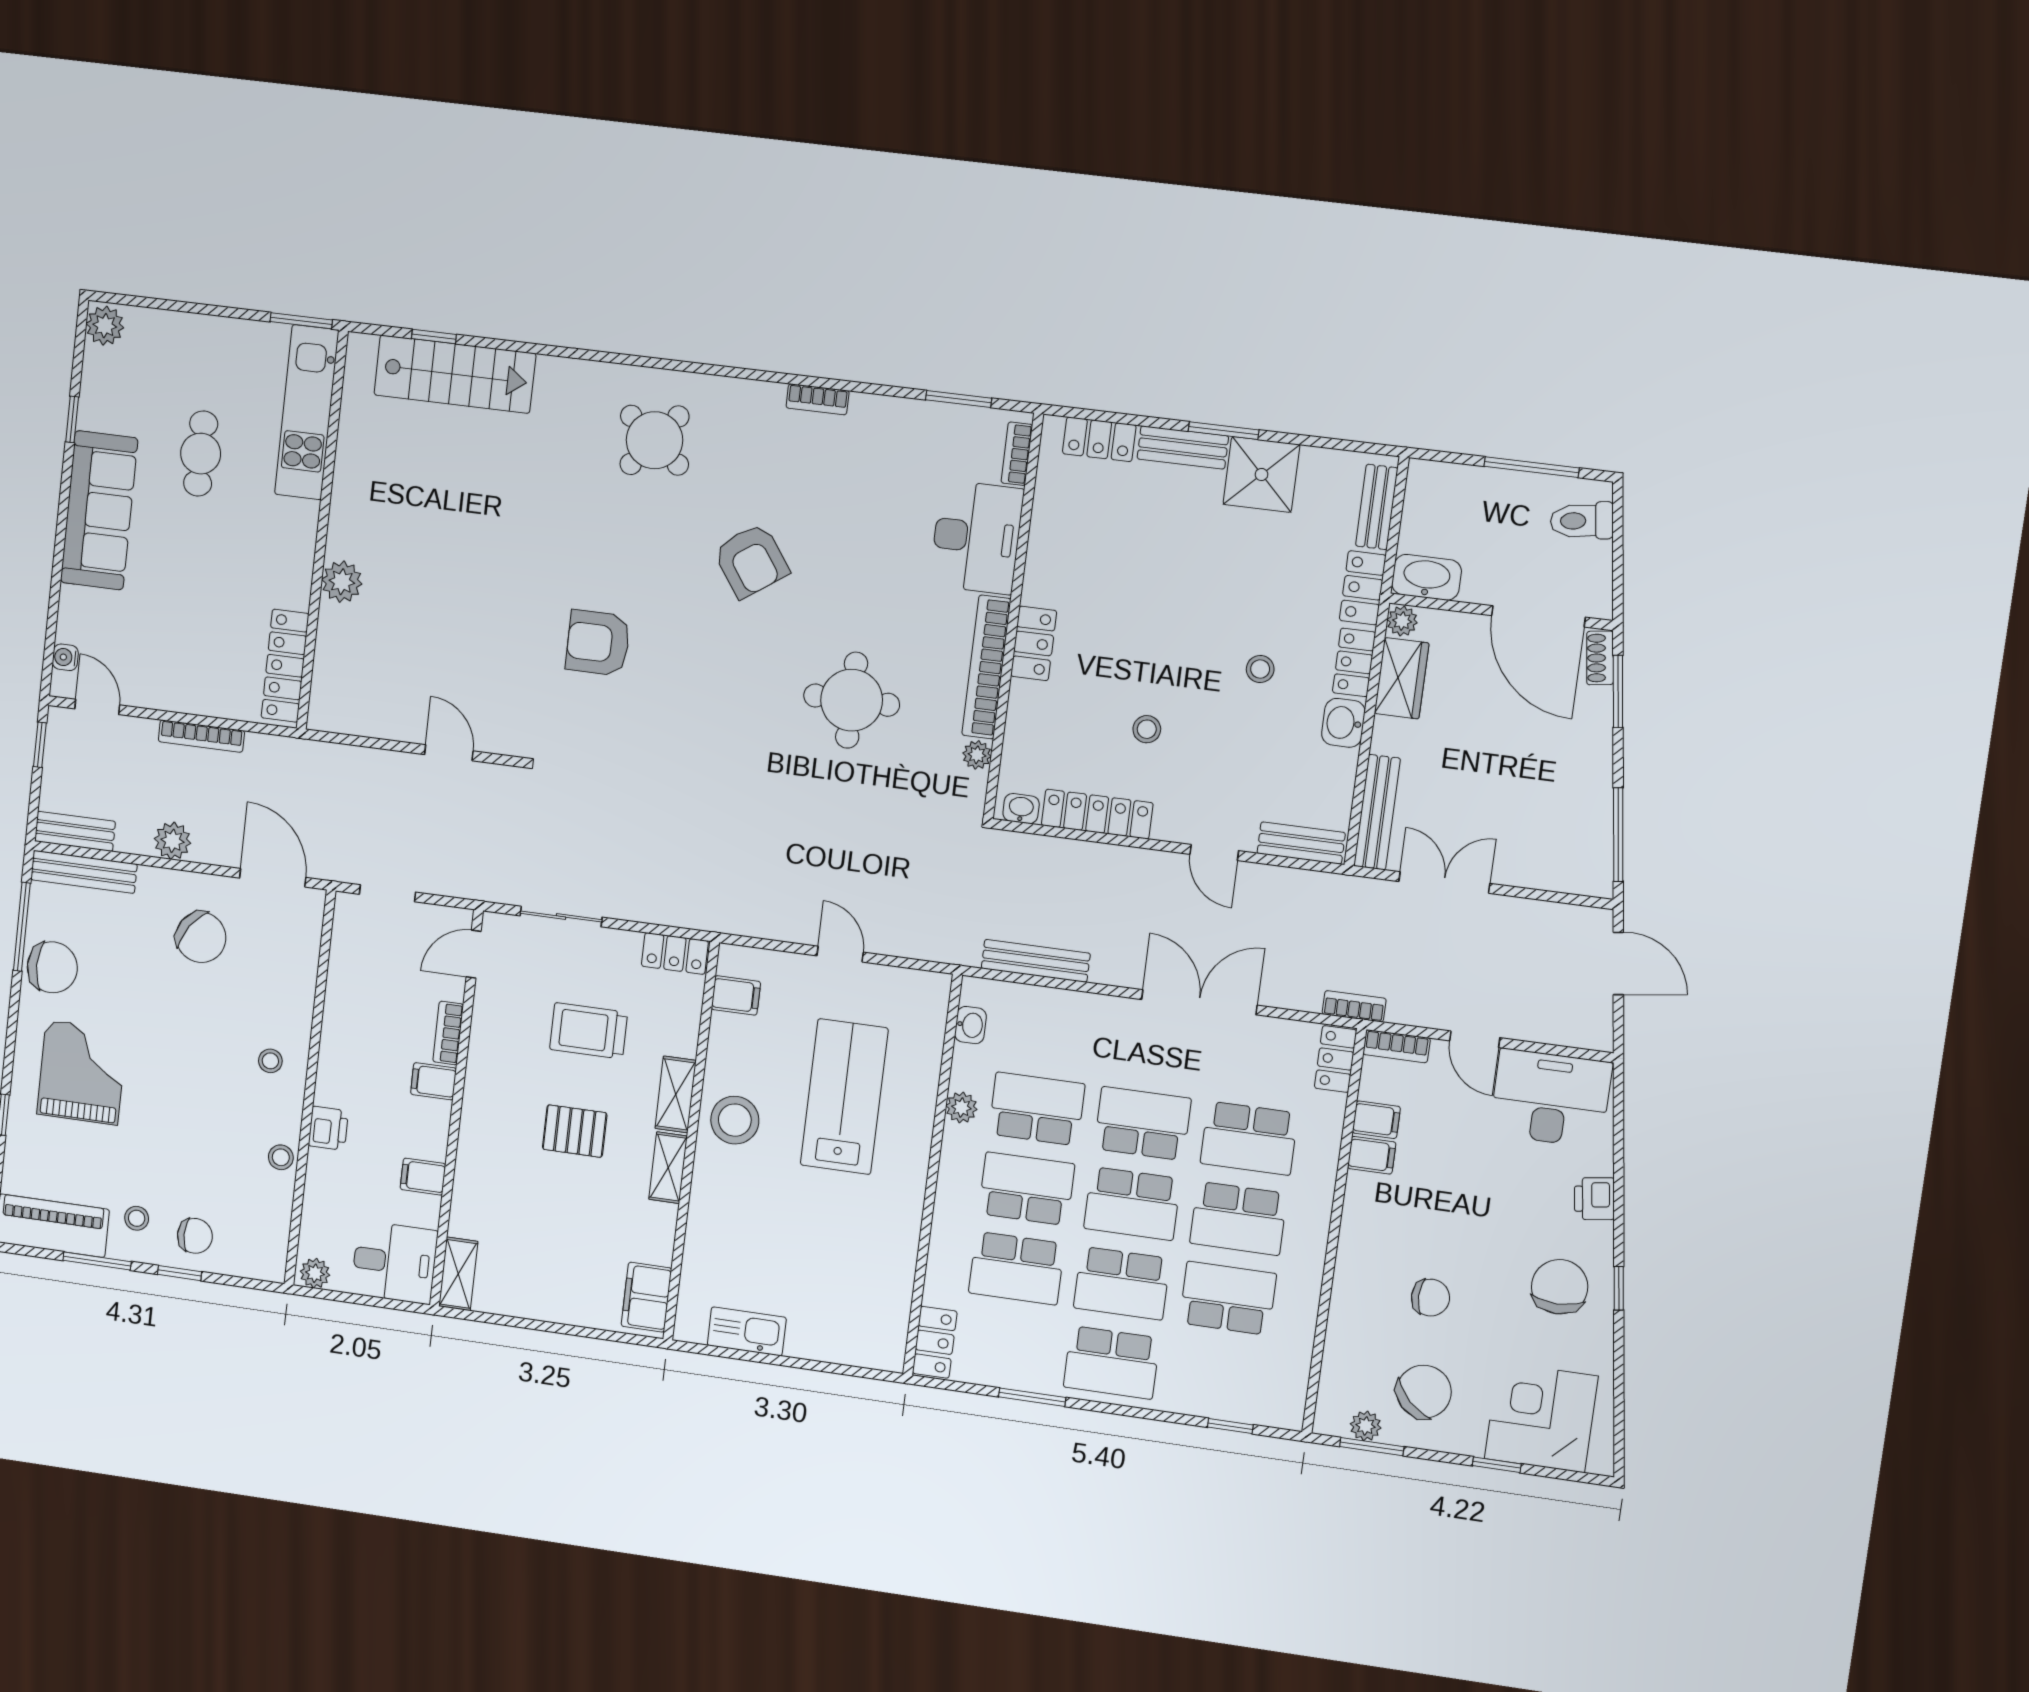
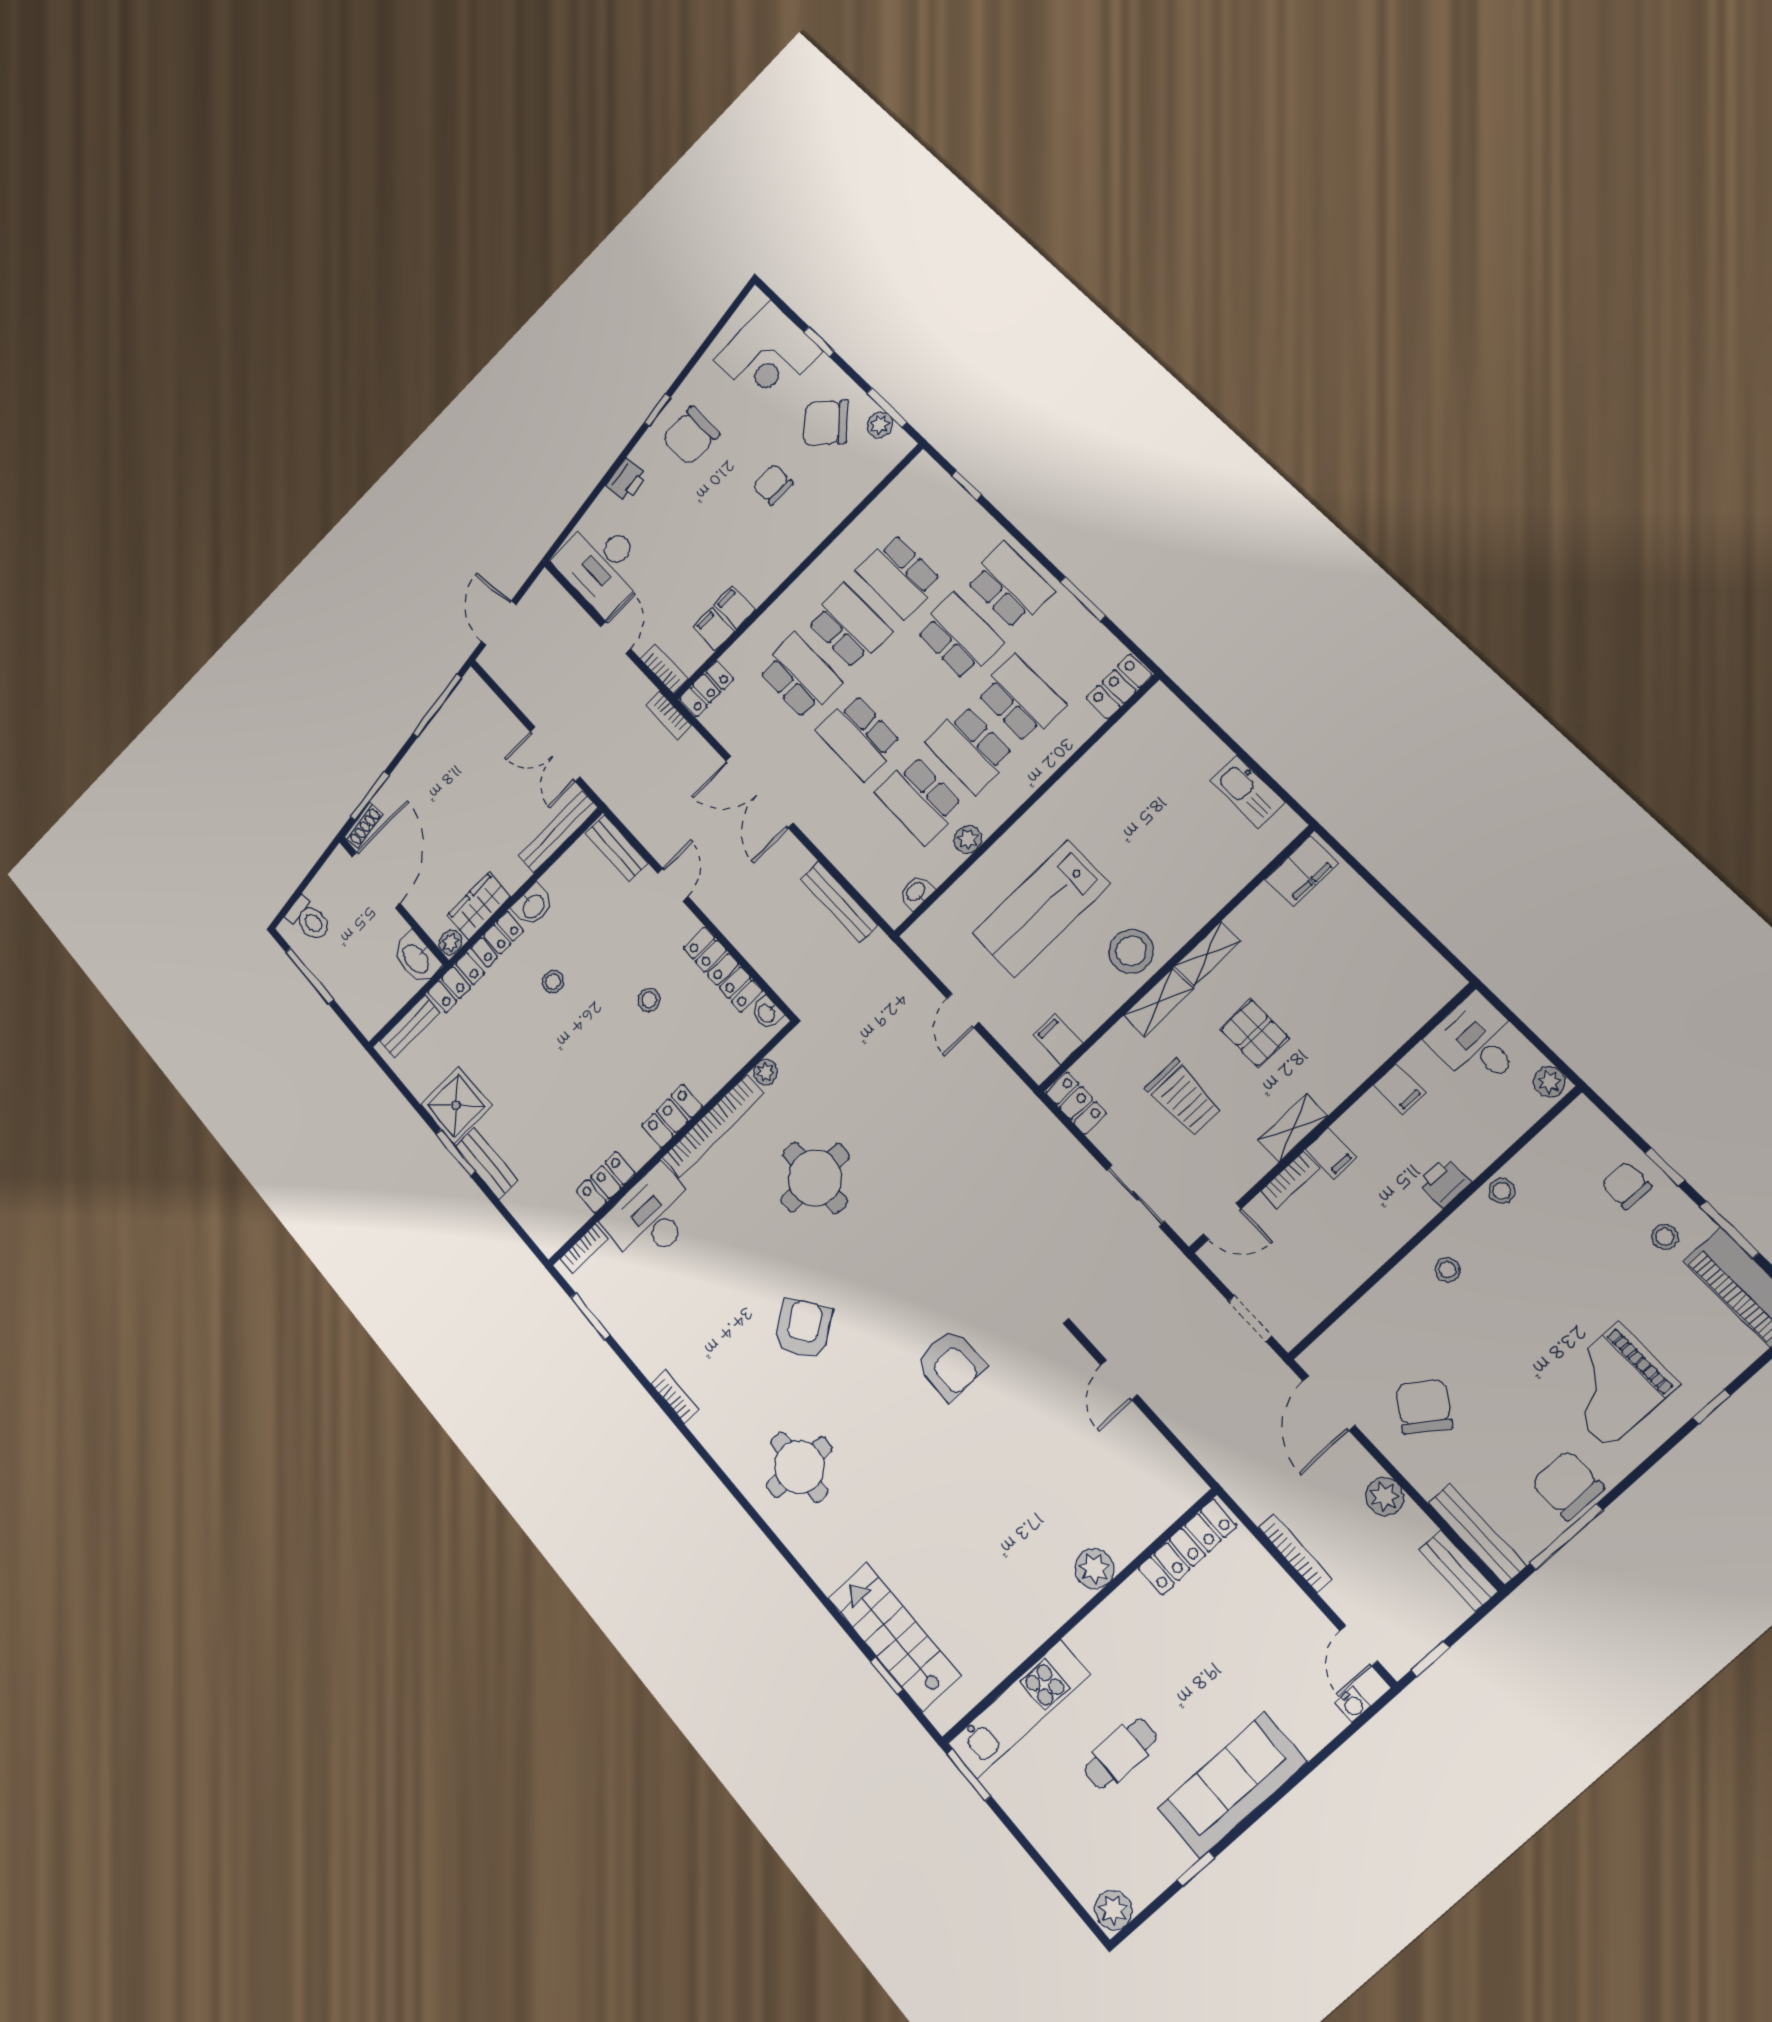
locker: (1099, 439) -> (606, 1182), moved, turned -90
round table: (655, 440) -> (799, 1467), turned -36
school desk: (1132, 1204) -> (909, 687), removed
shelving: (458, 1274) -> (1293, 1128), moved

